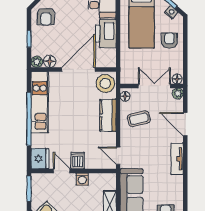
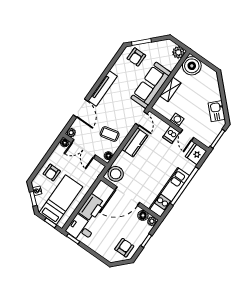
kitchen counter: (108, 115) -> (135, 142), moved
tv unit: (177, 159) -> (103, 88), width x1.41

